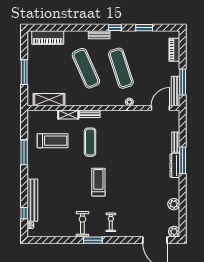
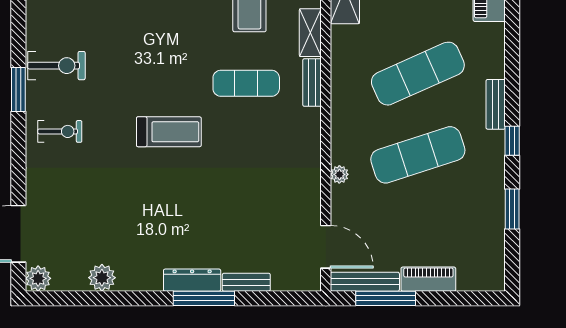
piano: (174, 50) -> (428, 279), moved
treadmill: (98, 182) -> (169, 132), moved

